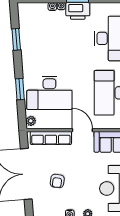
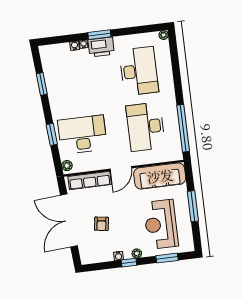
desk: (49, 93) -> (82, 135), turned 180
door: (82, 130) -> (121, 169), swing flipped

